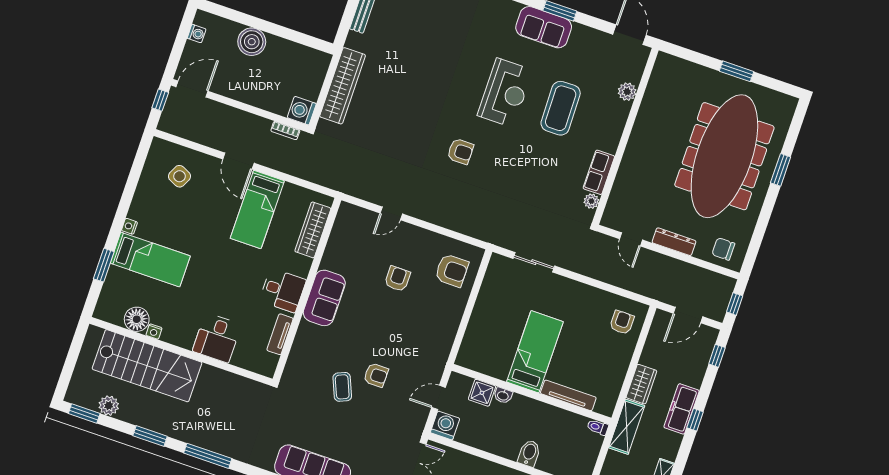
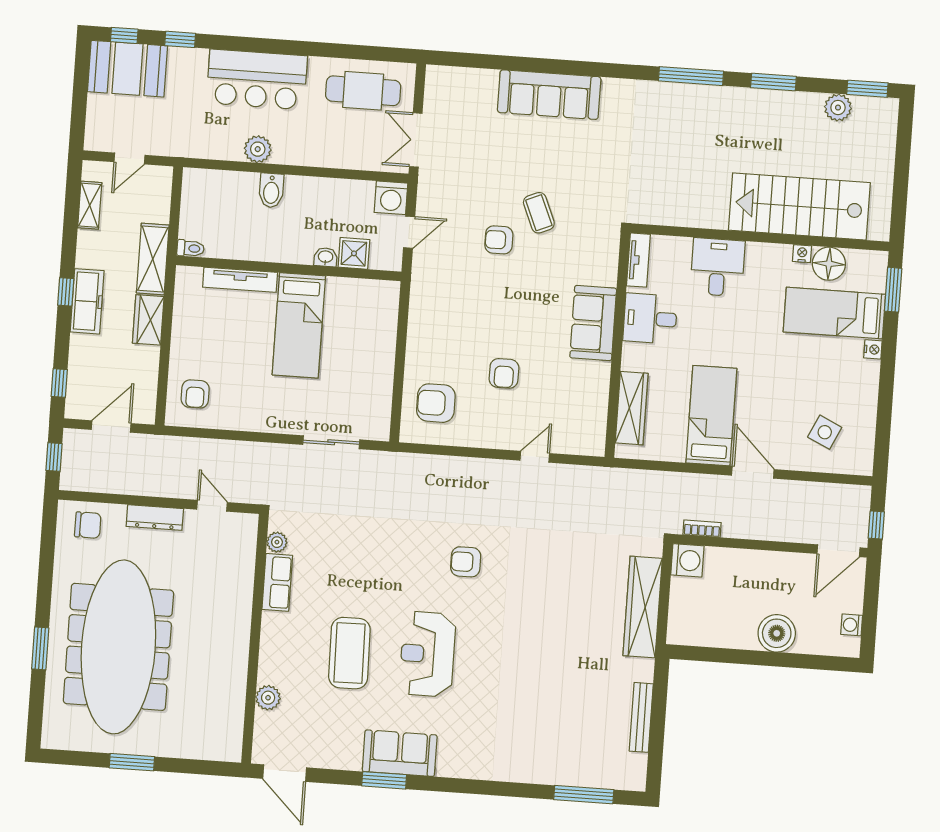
floor lamp: (137, 319) -> (829, 264), moved
nightstand: (154, 332) -> (802, 254), moved
desk: (217, 338) -> (717, 267), moved
wall: (181, 351) -> (760, 237), moved
stairs: (147, 366) -> (799, 206), moved

